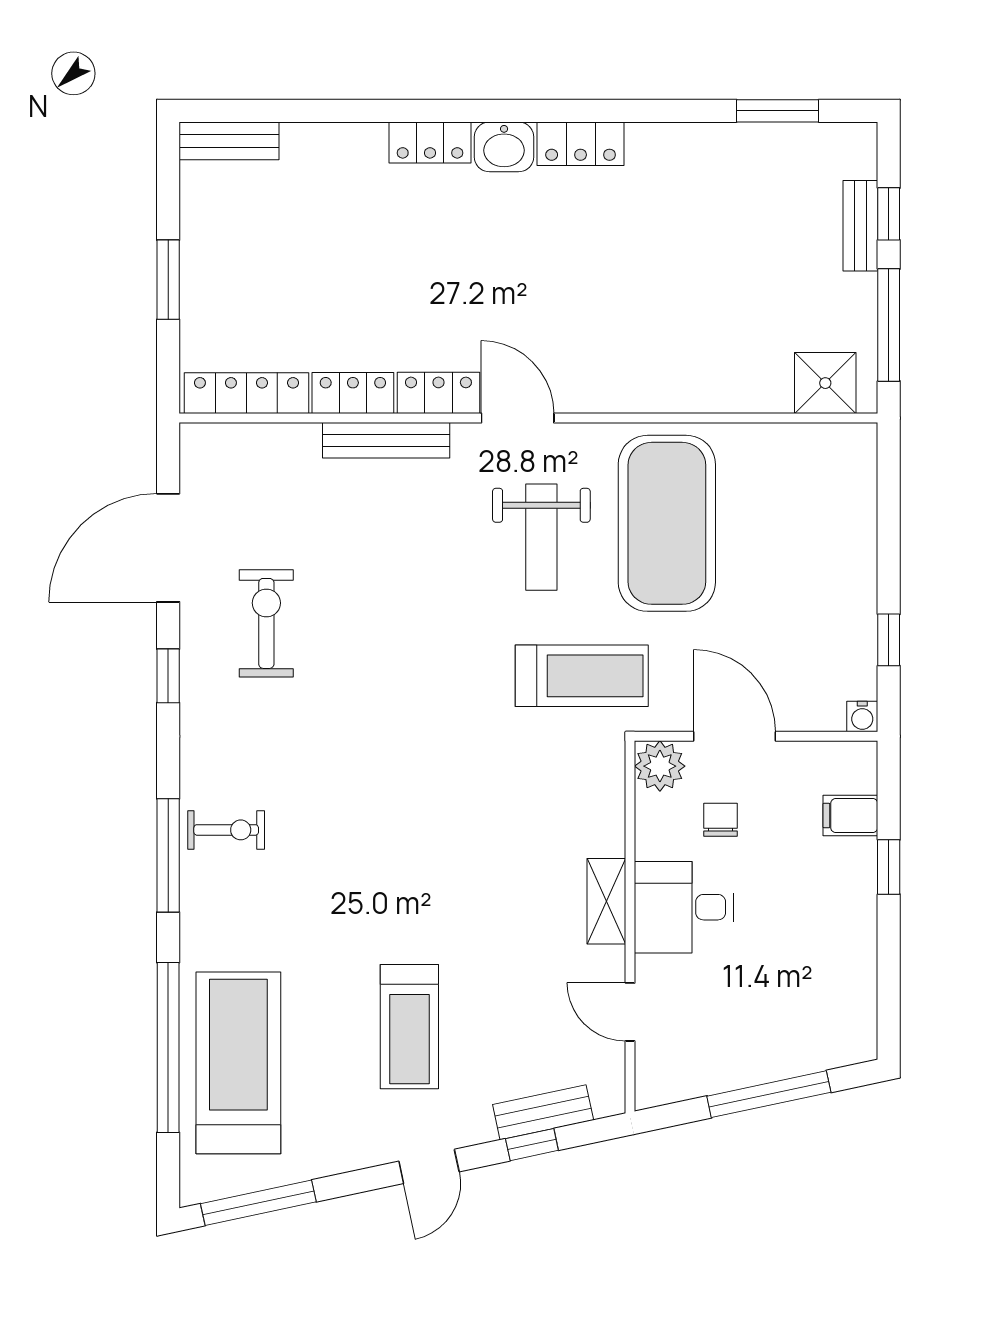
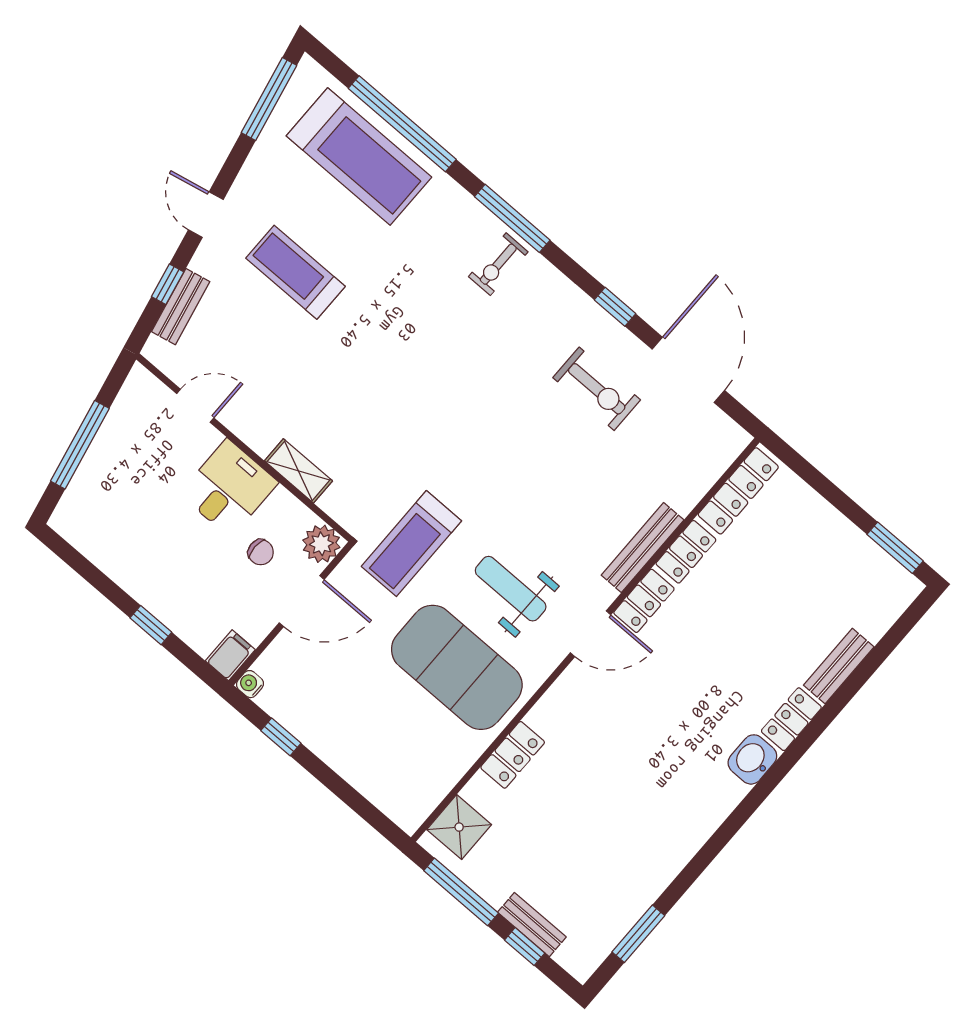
bench: (229, 141) -> (839, 666), moved
locker: (581, 144) -> (513, 755), moved, turned 180
window: (168, 280) -> (895, 548), moved
filing cabinet: (850, 816) -> (230, 655), moved
shelving: (606, 901) -> (298, 471), moved

